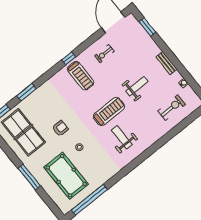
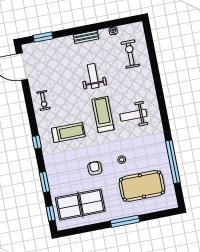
exercise bike: (104, 54) -> (43, 100), moved
window: (69, 58) -> (37, 142), moved
treadmill: (81, 76) -> (68, 132), moved
window: (89, 200) -> (173, 162), moved

